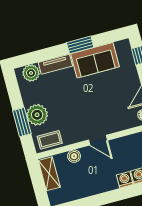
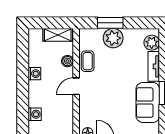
coffee table: (50, 140) -> (88, 61), moved
washing machine: (125, 180) -> (34, 74), moved

